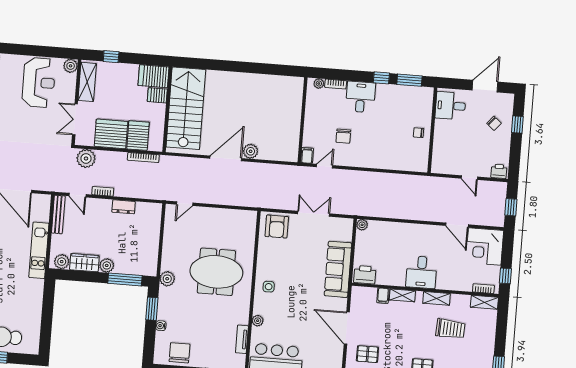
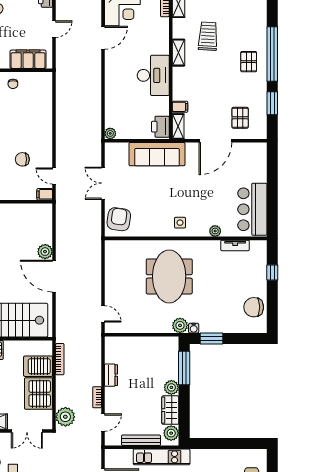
chair: (343, 136) -> (22, 159), turned 180
filing cabinet: (442, 149) -> (28, 59), added
bench: (58, 214) -> (141, 440), moved
armchair: (277, 227) -> (119, 219), turned -82
desk: (421, 272) -> (153, 75), width x1.37
shelving: (402, 295) -> (178, 126), moved
water cooler: (161, 326) -> (194, 328), moved

